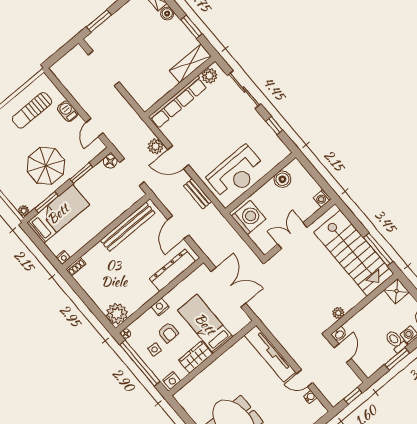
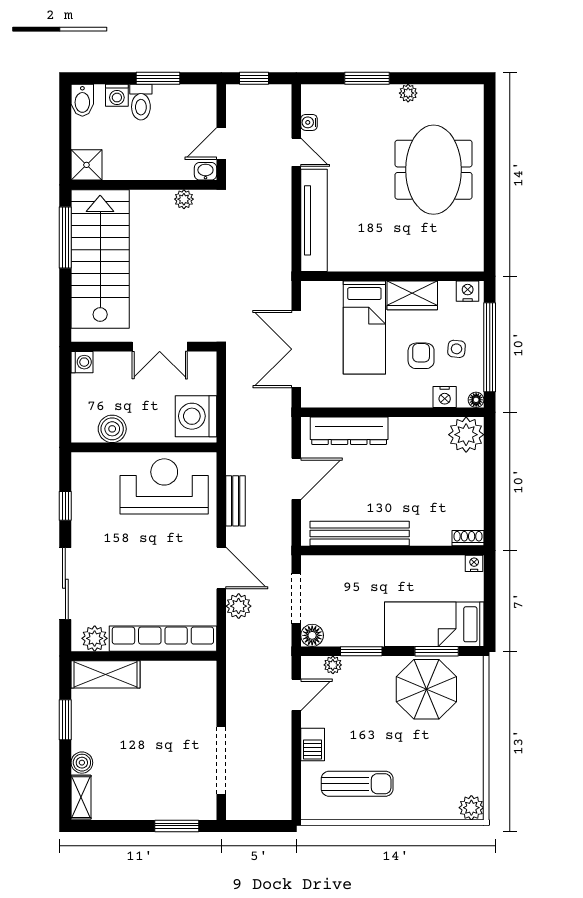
parasol: (46, 166) -> (426, 689), moved
plant: (24, 211) -> (333, 665), moved
nightstand: (160, 307) -> (445, 397), moved

